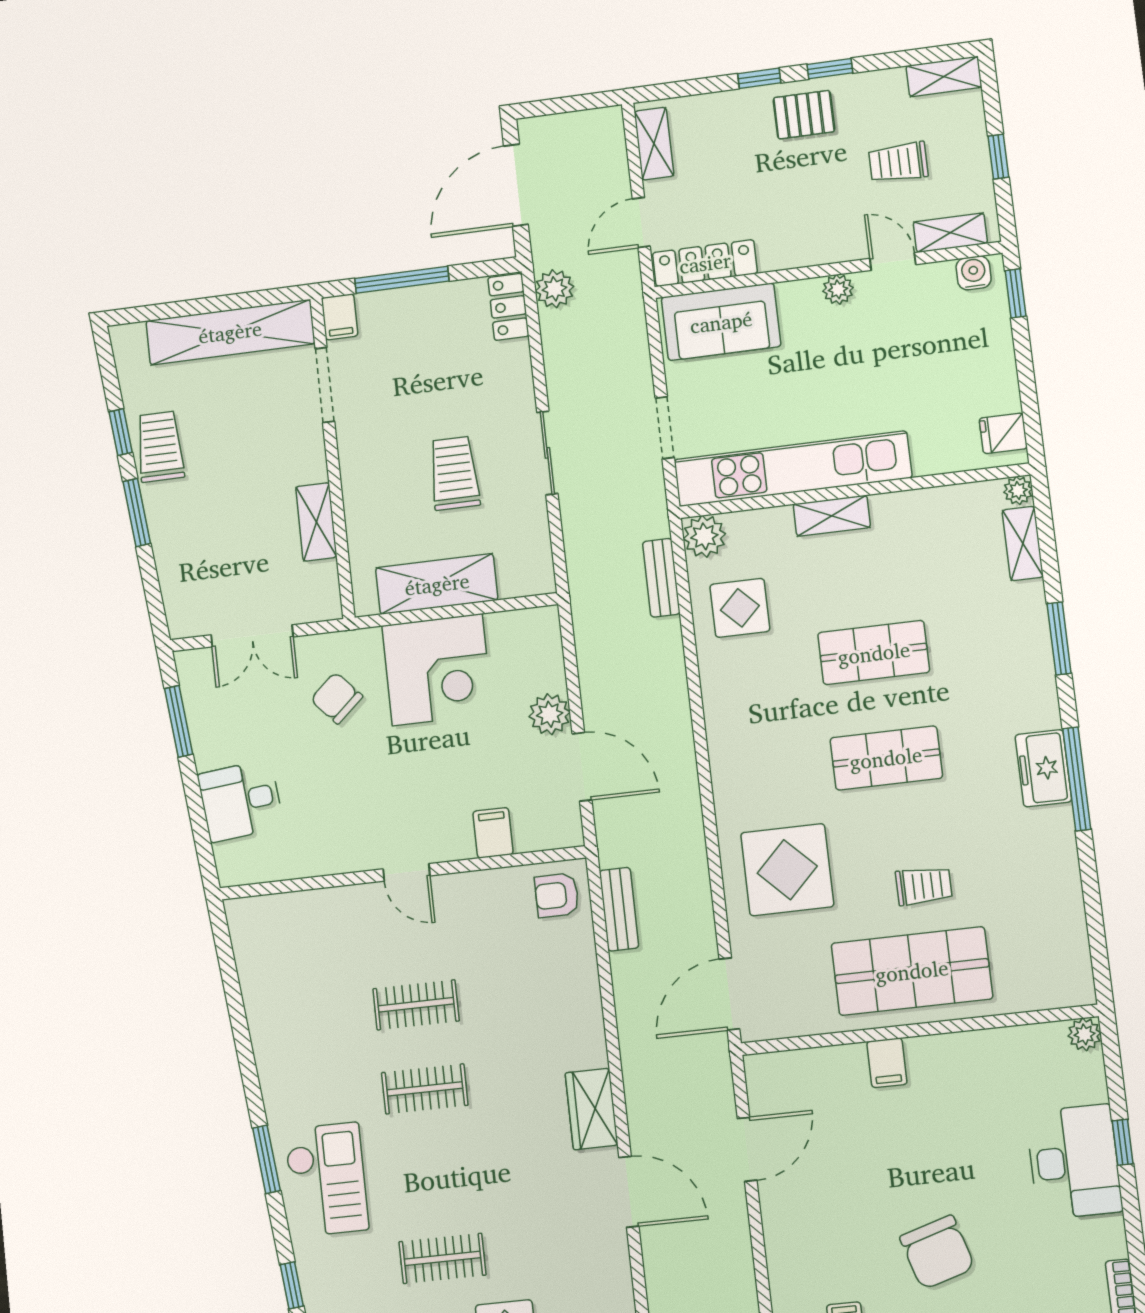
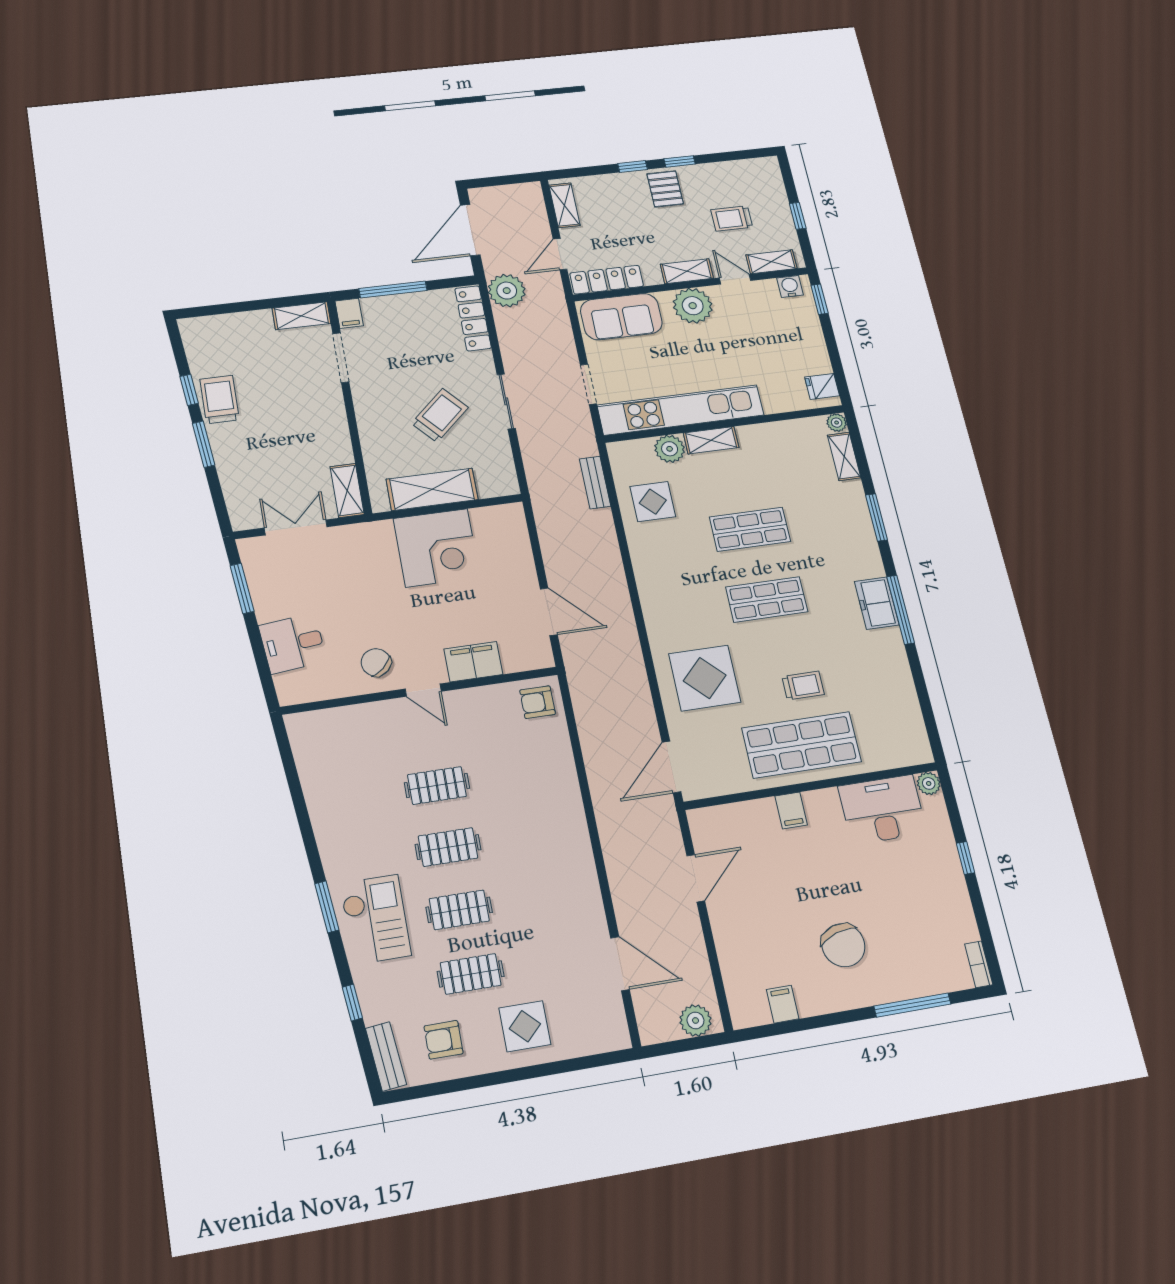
shelving: (944, 77) -> (687, 271), moved
pallet: (804, 115) -> (665, 189), turned 90
plant: (554, 289) -> (507, 291), width x1.36, depth x1.36
plant: (838, 289) -> (693, 306), width x1.87, depth x1.87
locker: (508, 307) -> (473, 318), width x1.53
shelving: (230, 332) -> (301, 316), width x0.45, depth x0.75
trolley: (454, 473) -> (440, 415), turned 48
shelving: (316, 522) -> (347, 490), moved
plant: (704, 536) -> (670, 449), moved
double door: (252, 636) -> (296, 527), swing flipped
chair: (337, 698) -> (376, 662), moved
plant: (550, 714) -> (522, 576), removed
filing cabinet: (493, 833) -> (473, 662), width x2.00
bench: (619, 909) -> (585, 710), removed
wardrobe: (592, 1109) -> (577, 855), removed
desk: (1074, 1162) -> (882, 810), moved, turned -90
clothes rail: (434, 1173) -> (459, 910), added
door: (629, 1192) -> (620, 964), moved

